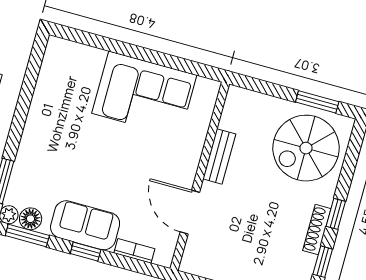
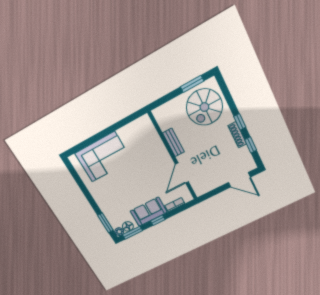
corner sofa: (144, 94) -> (103, 157), moved
door: (190, 212) -> (182, 173), hinge flipped

